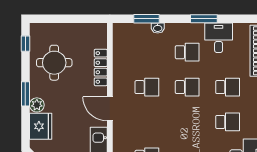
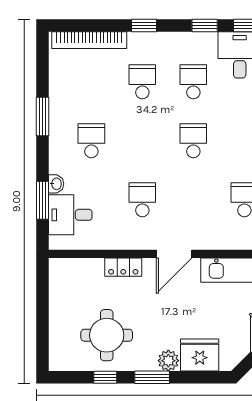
desk: (219, 38) -> (70, 215), moved
window: (25, 44) -> (105, 377), moved
locker: (101, 67) -> (123, 267), width x0.66
school desk: (187, 87) -> (193, 141), moved

